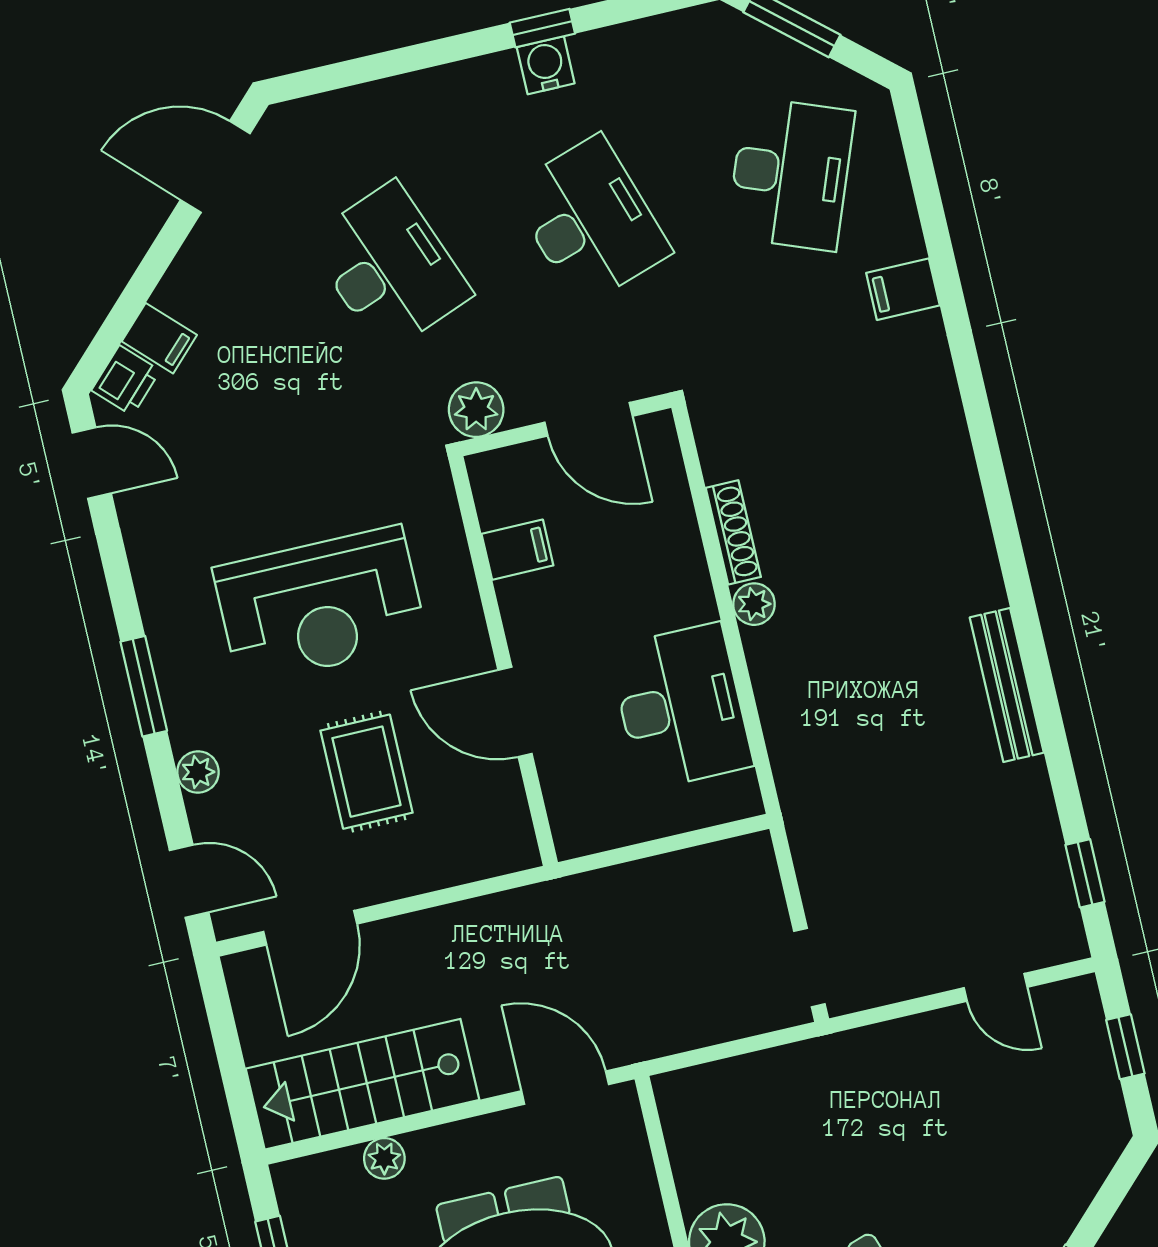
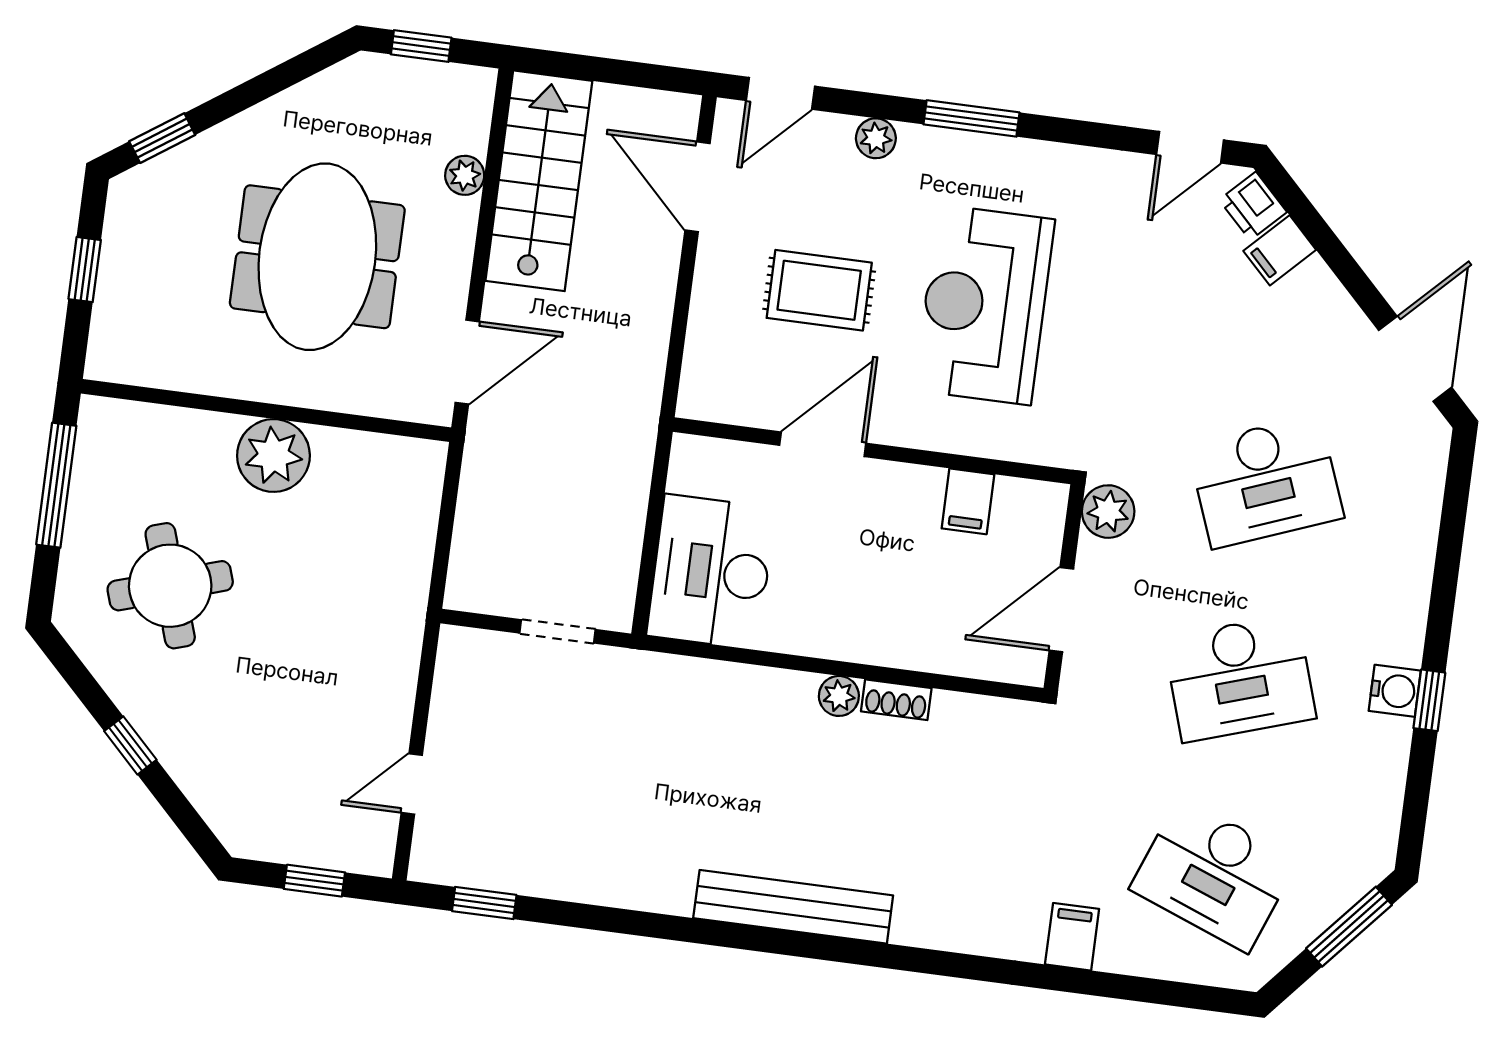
shoe rack: (733, 532) -> (896, 700), width x0.70
bench: (1007, 685) -> (793, 907), moved, width x1.37, depth x1.21
desk: (681, 707) -> (711, 572), moved, turned 90
doorway: (809, 968) -> (557, 631), moved

